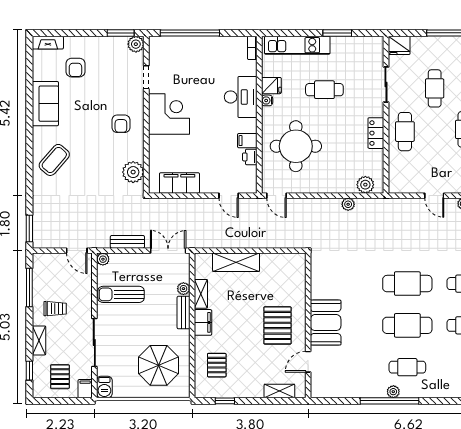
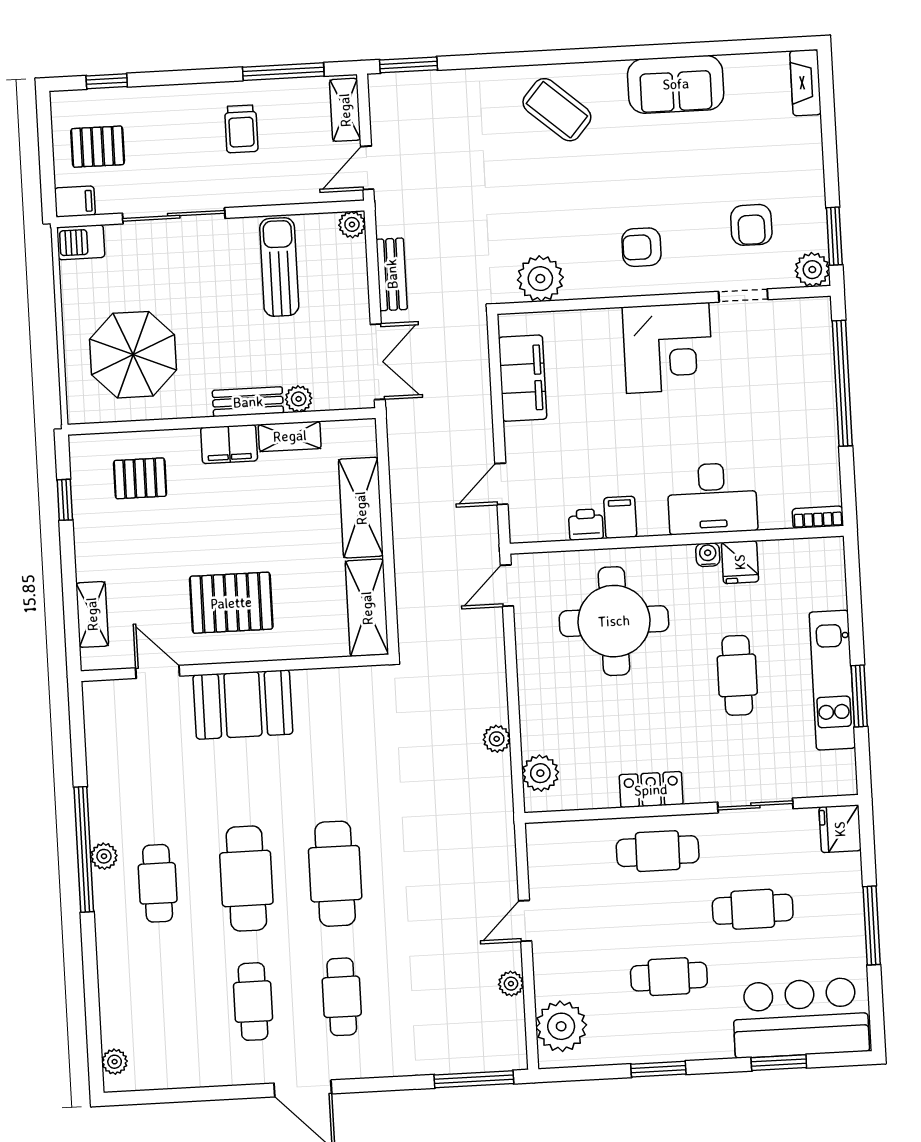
kitchen unit: (297, 45) -> (832, 680), moved
armchair: (75, 68) -> (751, 225), moved, turned -90
shelving: (283, 262) -> (367, 608), added
shelving: (39, 340) -> (345, 110), moved, turned 90

